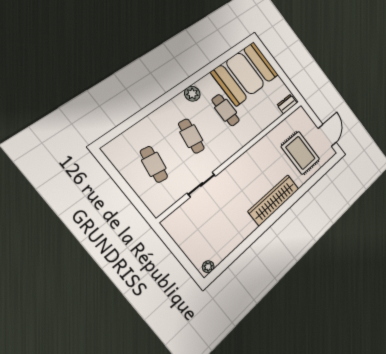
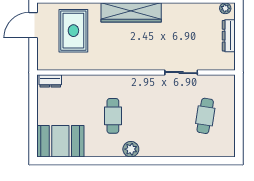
booth: (245, 73) -> (60, 141), width x0.73, depth x0.70
cafe table: (191, 136) -> (159, 116), removed
dresser: (187, 247) -> (229, 36), added

